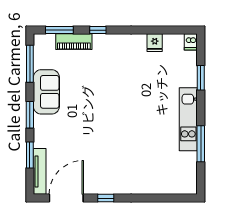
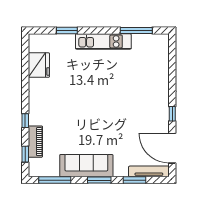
window: (59, 30) -> (25, 154), width x0.67
dishwasher: (191, 42) -> (36, 39), removed
fridge: (155, 43) -> (39, 65), width x1.88, depth x1.34
sofa: (46, 92) -> (86, 166), width x1.36
window: (201, 144) -> (136, 31), moved

